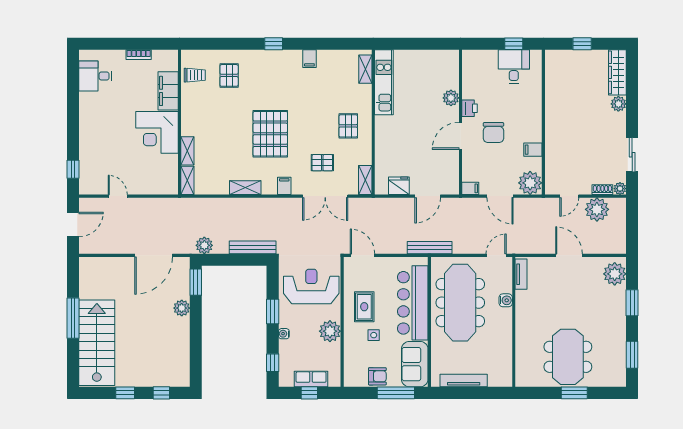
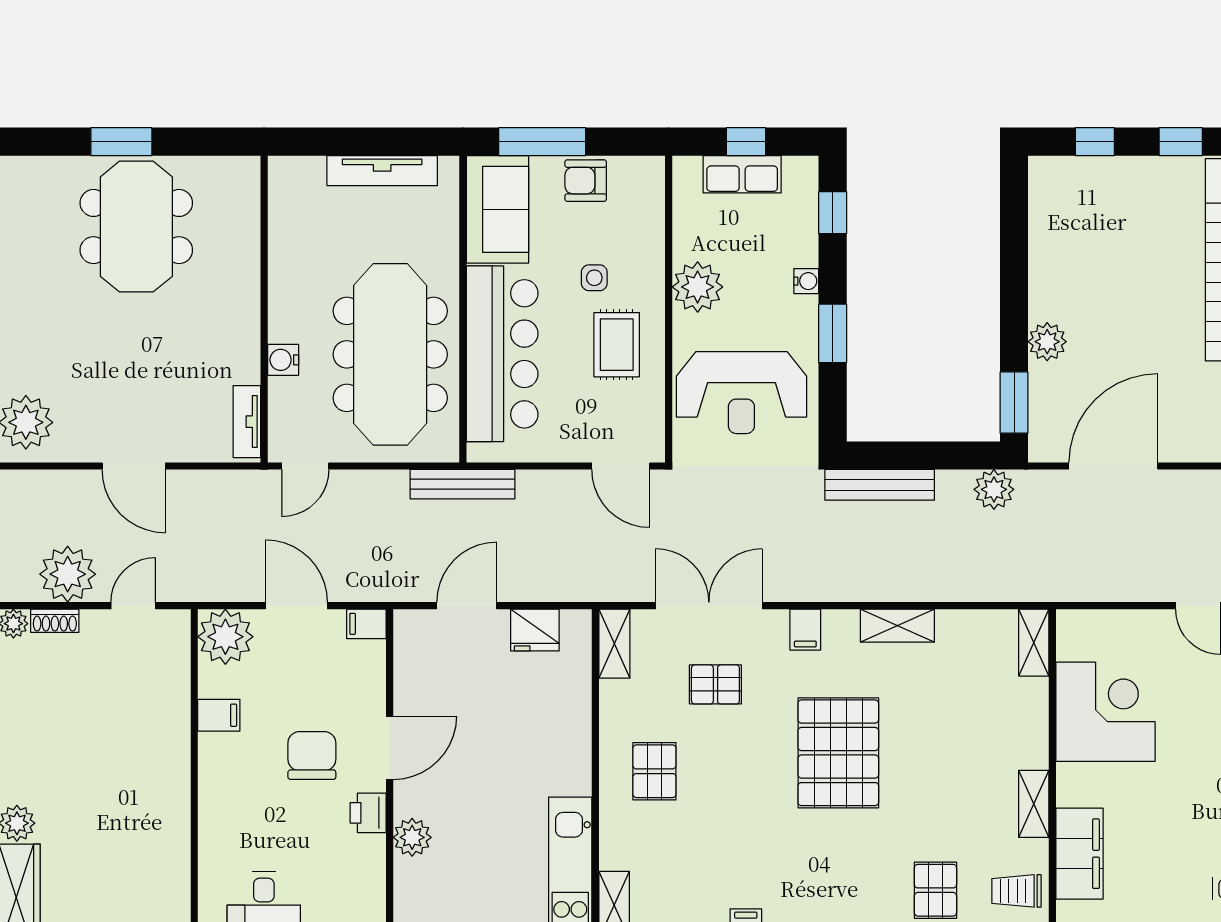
corner desk: (157, 132) -> (1105, 712), moved
shelving: (187, 151) -> (1034, 804), moved

